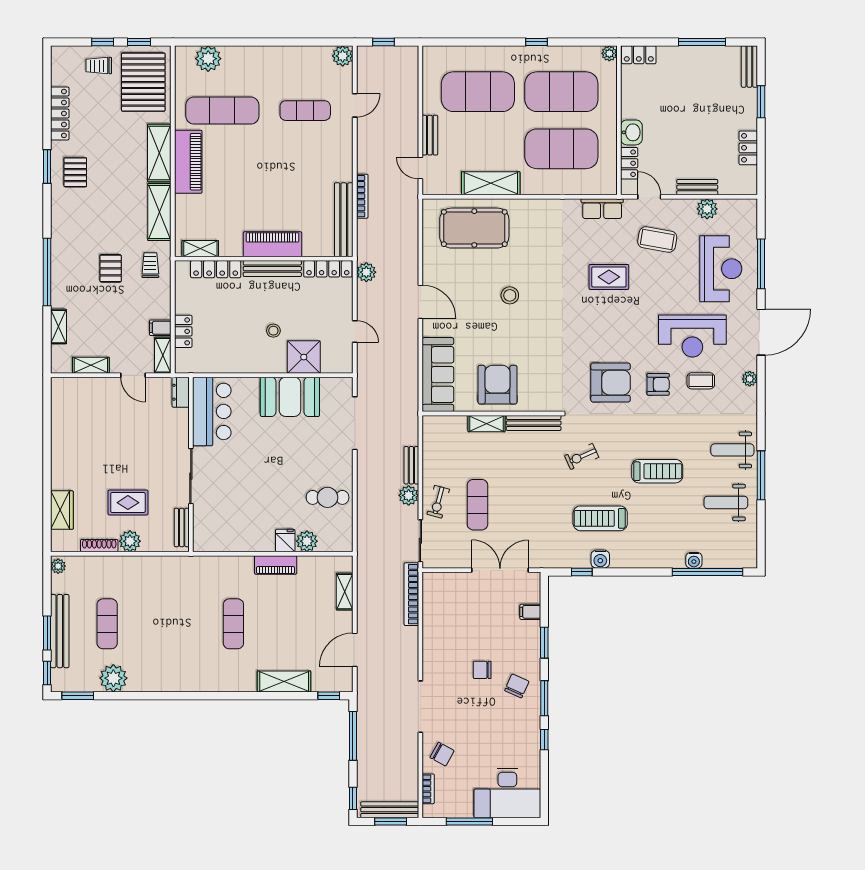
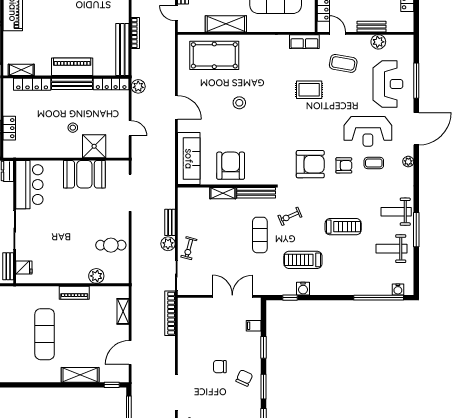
exercise mat: (477, 505) -> (260, 235), moved
fridge: (285, 541) -> (24, 267), moved, turned 90
water cooler: (694, 560) -> (398, 289), moved
exercise mat: (233, 624) -> (45, 334), width x1.36, depth x1.45

